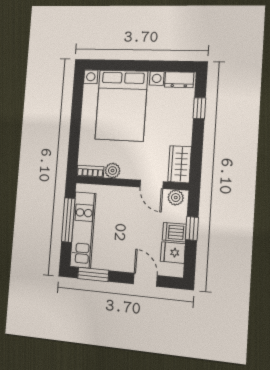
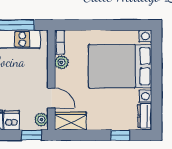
door: (152, 184) -> (51, 98), swing flipped
window: (192, 229) -> (31, 135), moved

